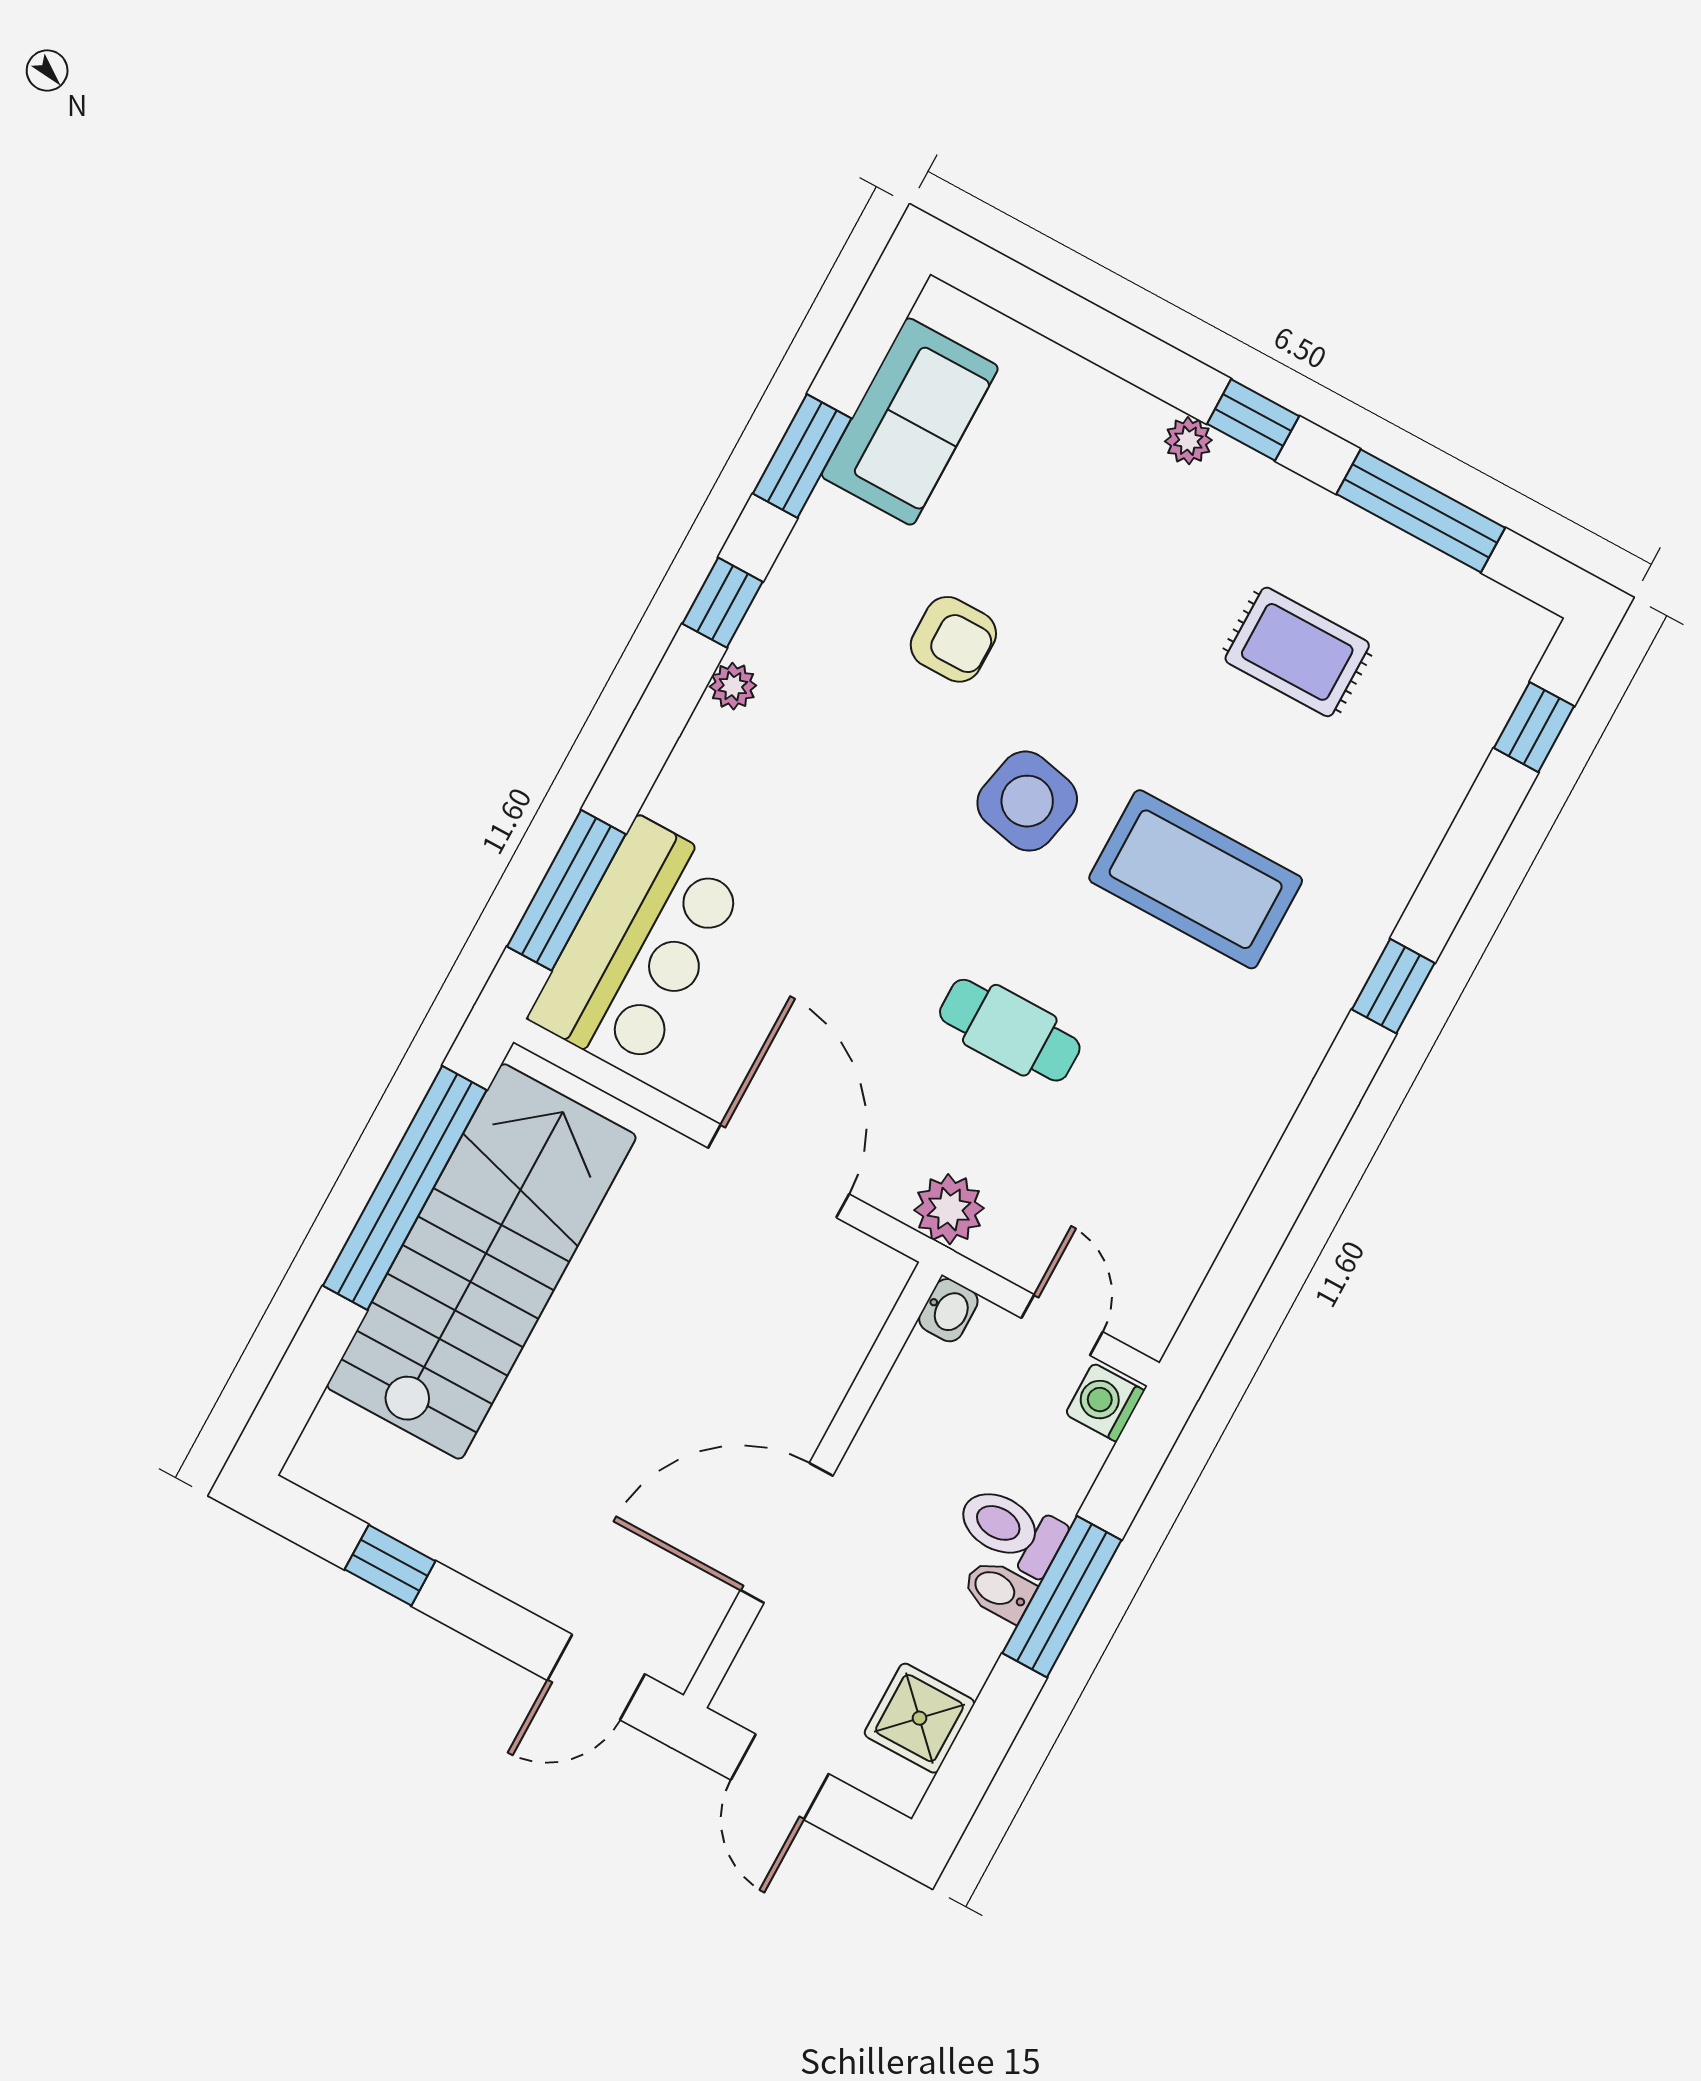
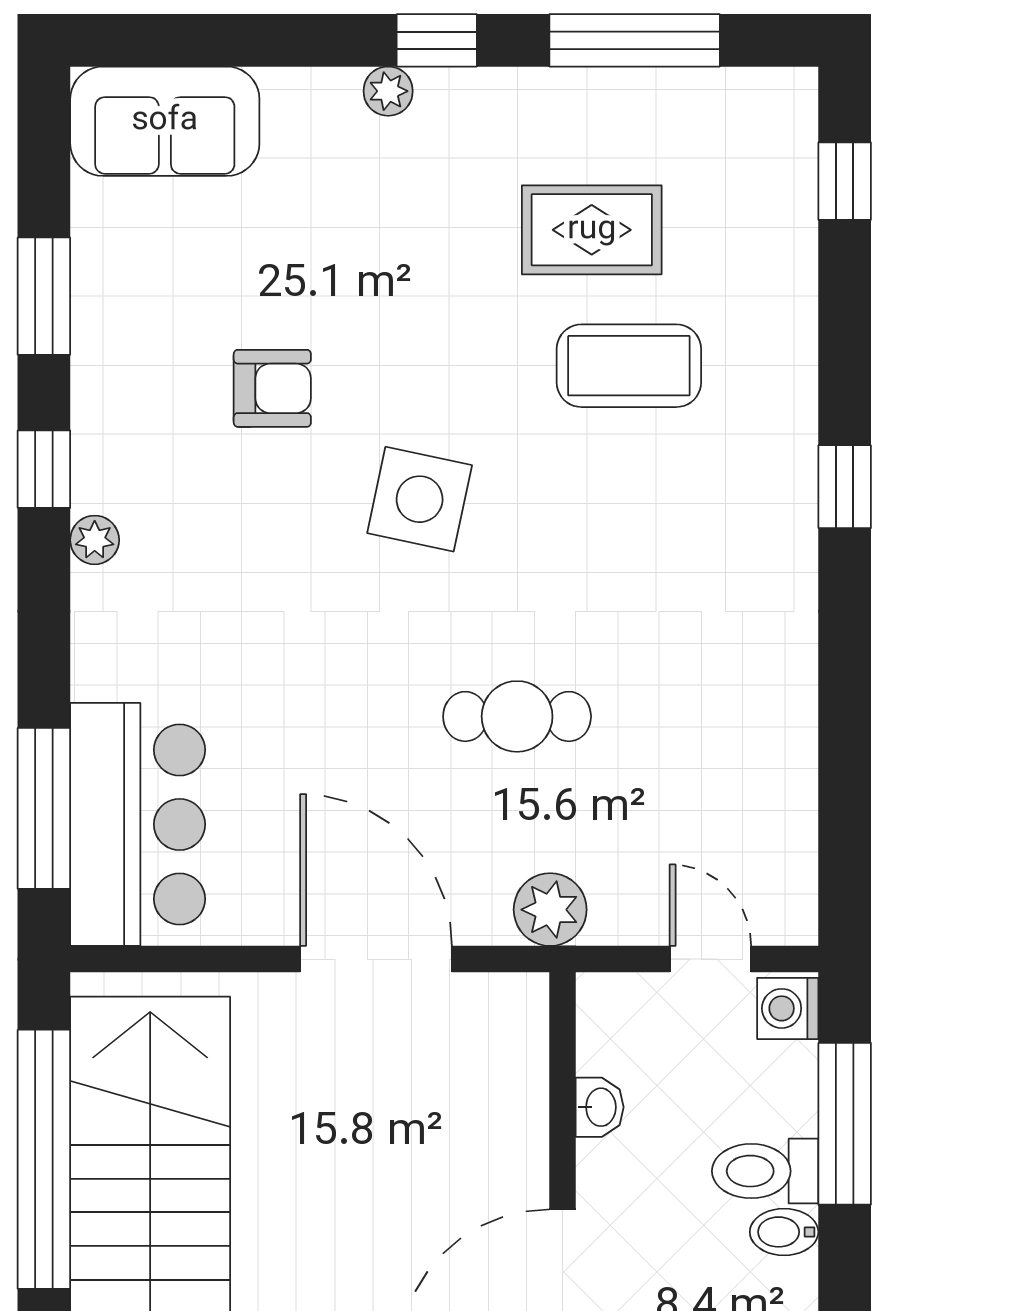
sofa: (910, 422) -> (165, 121), moved, turned 90
coffee table: (1196, 879) -> (629, 366), moved, width x0.73, depth x0.76
washbasin: (948, 1310) -> (600, 1107), moved
window: (1062, 1597) -> (845, 1124), moved

